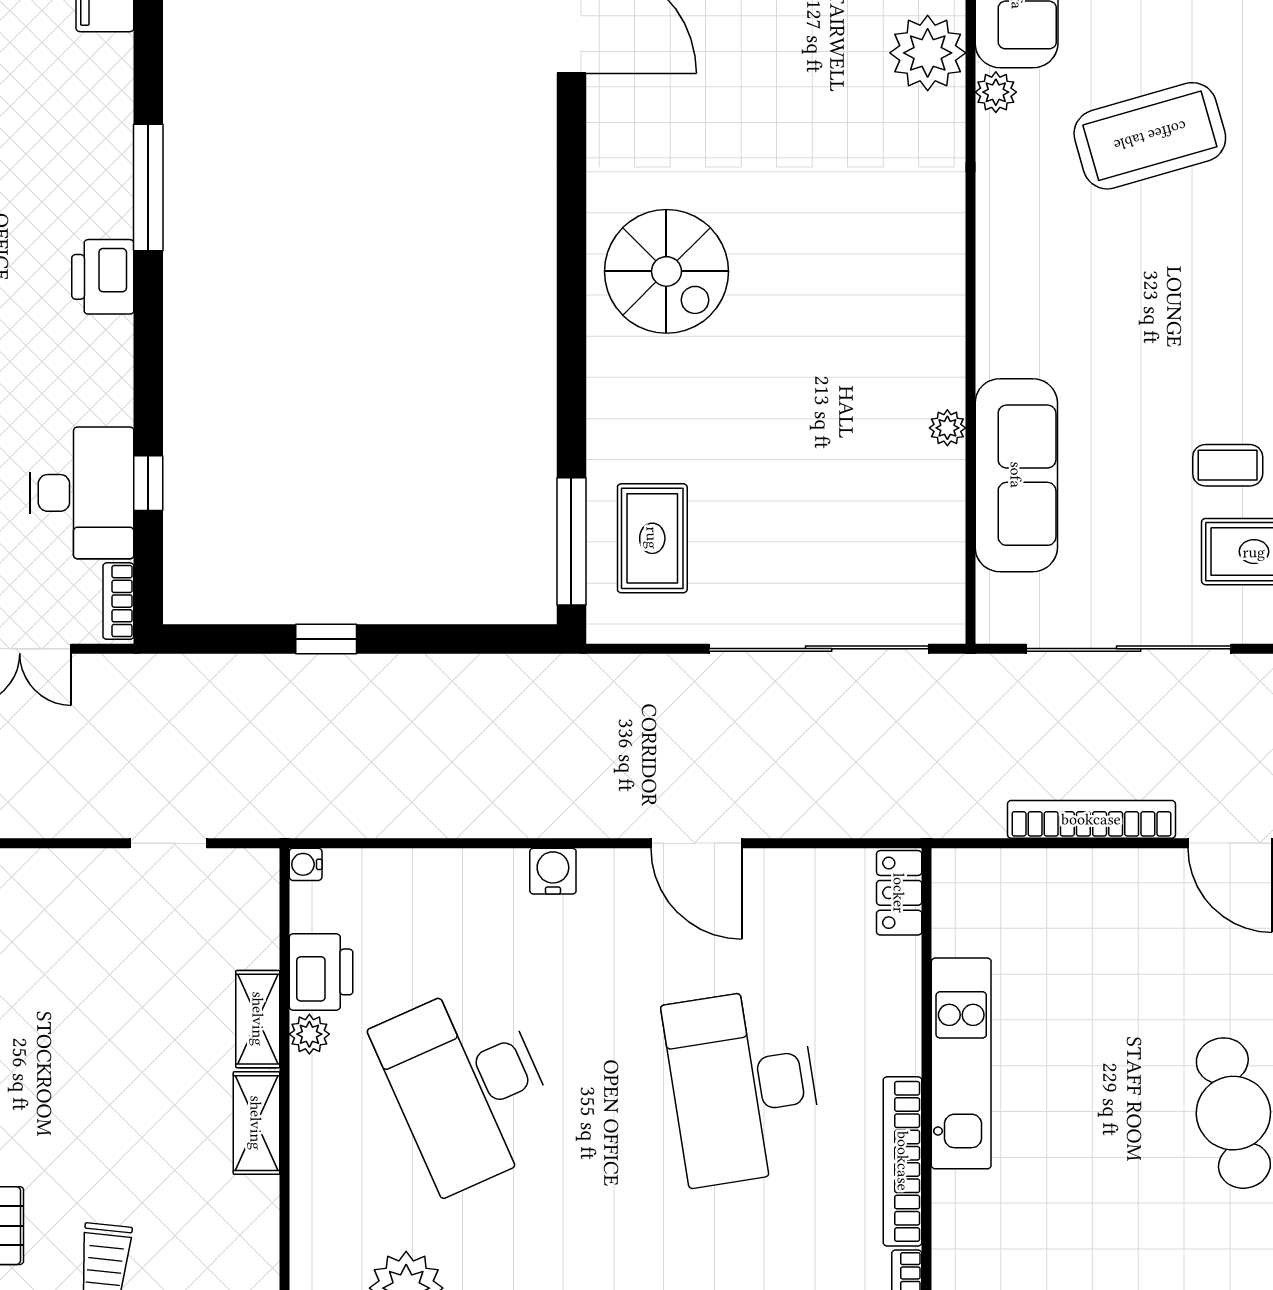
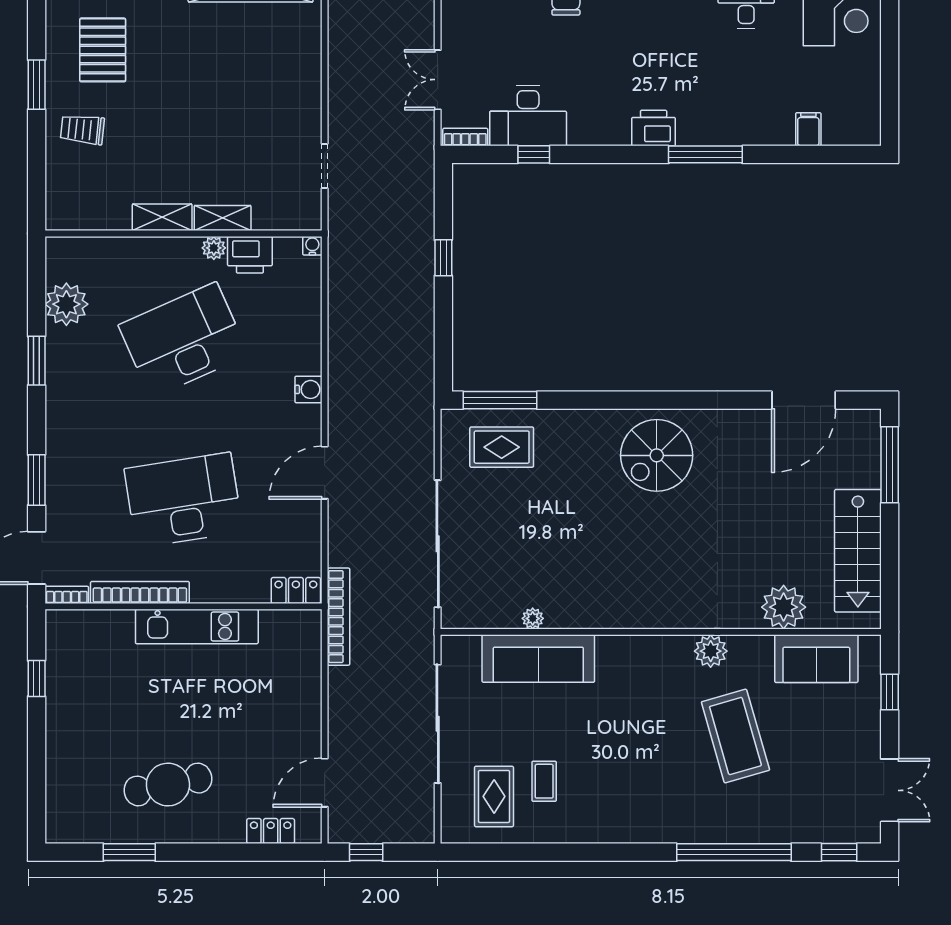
plant: (996, 92) -> (711, 651), moved, width x1.38, depth x1.38
plant: (947, 428) -> (533, 618), moved
bookcase: (1091, 819) -> (339, 617), moved

